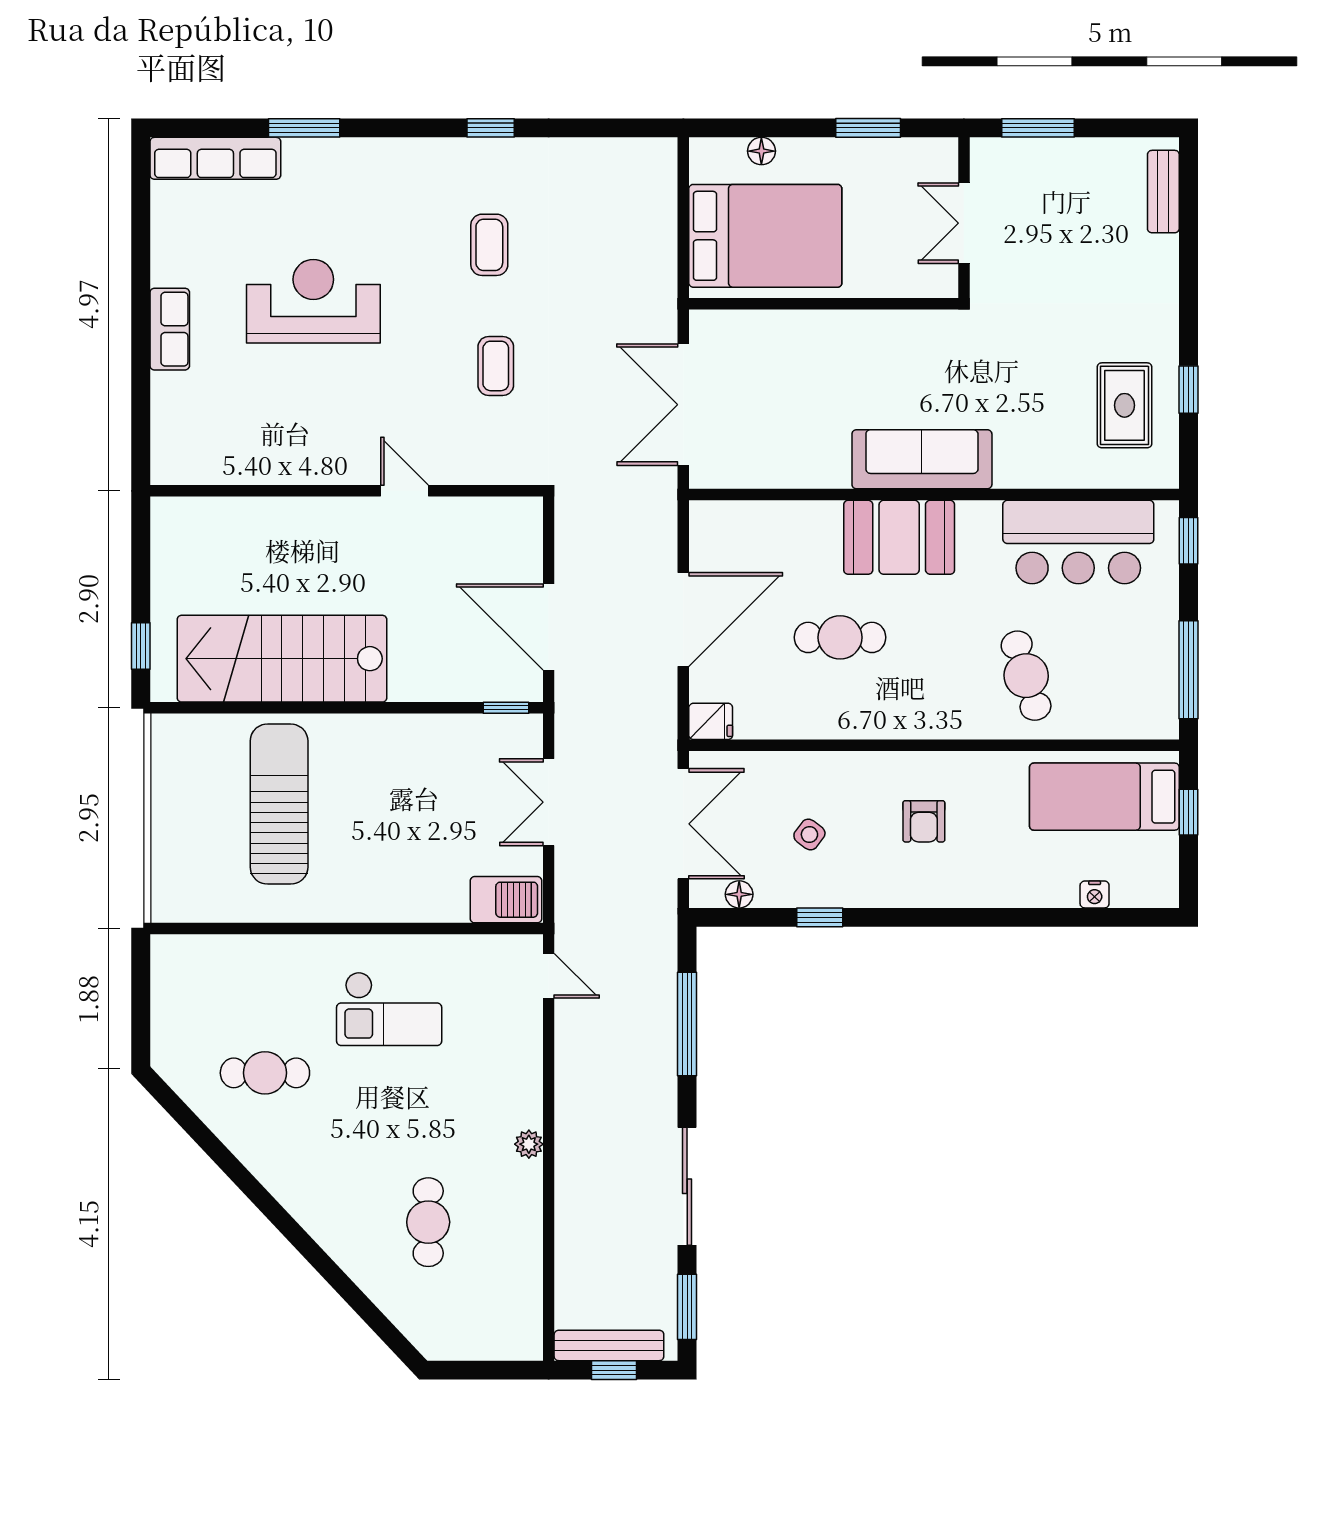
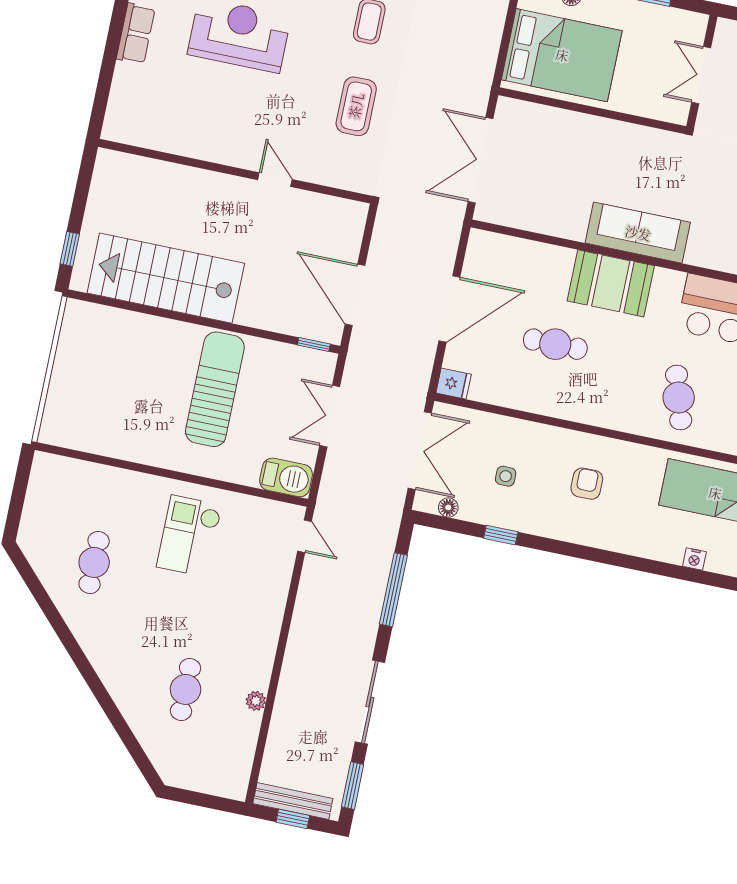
coffee table: (496, 366) -> (356, 106), width x1.36, depth x1.30
sun lounger: (279, 804) -> (215, 389), moved
armchair: (924, 821) -> (587, 484), turned 180
side table: (809, 835) -> (506, 476), turned -37
checkout: (389, 1009) -> (189, 536), turned 90
cafe table: (265, 1073) -> (94, 562), turned 90
plant: (529, 1144) -> (256, 701), moved

